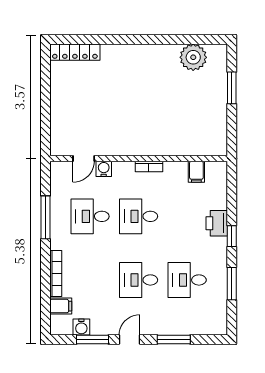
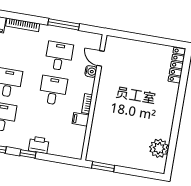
window: (232, 88) -> (103, 167), moved
filing cabinet: (196, 172) -> (81, 119), moved

